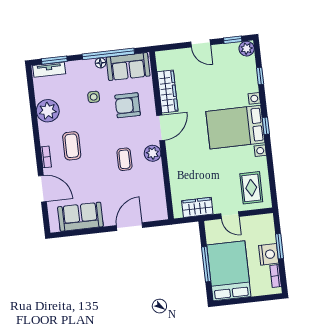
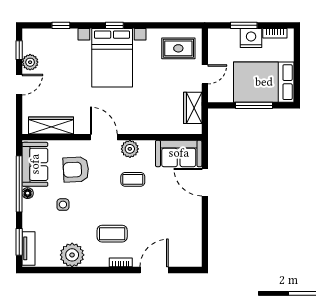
plant: (247, 49) -> (30, 62), moved
wardrobe: (168, 91) -> (51, 125), moved
armchair: (128, 105) -> (76, 170), turned 87
sofa: (80, 217) -> (179, 153), moved, turned -90

